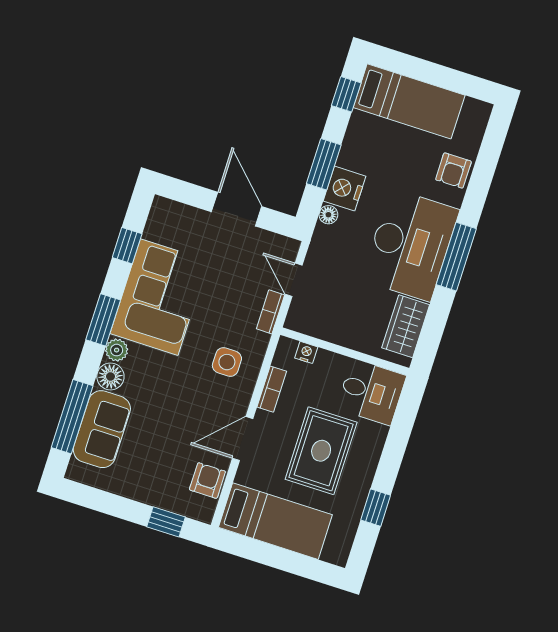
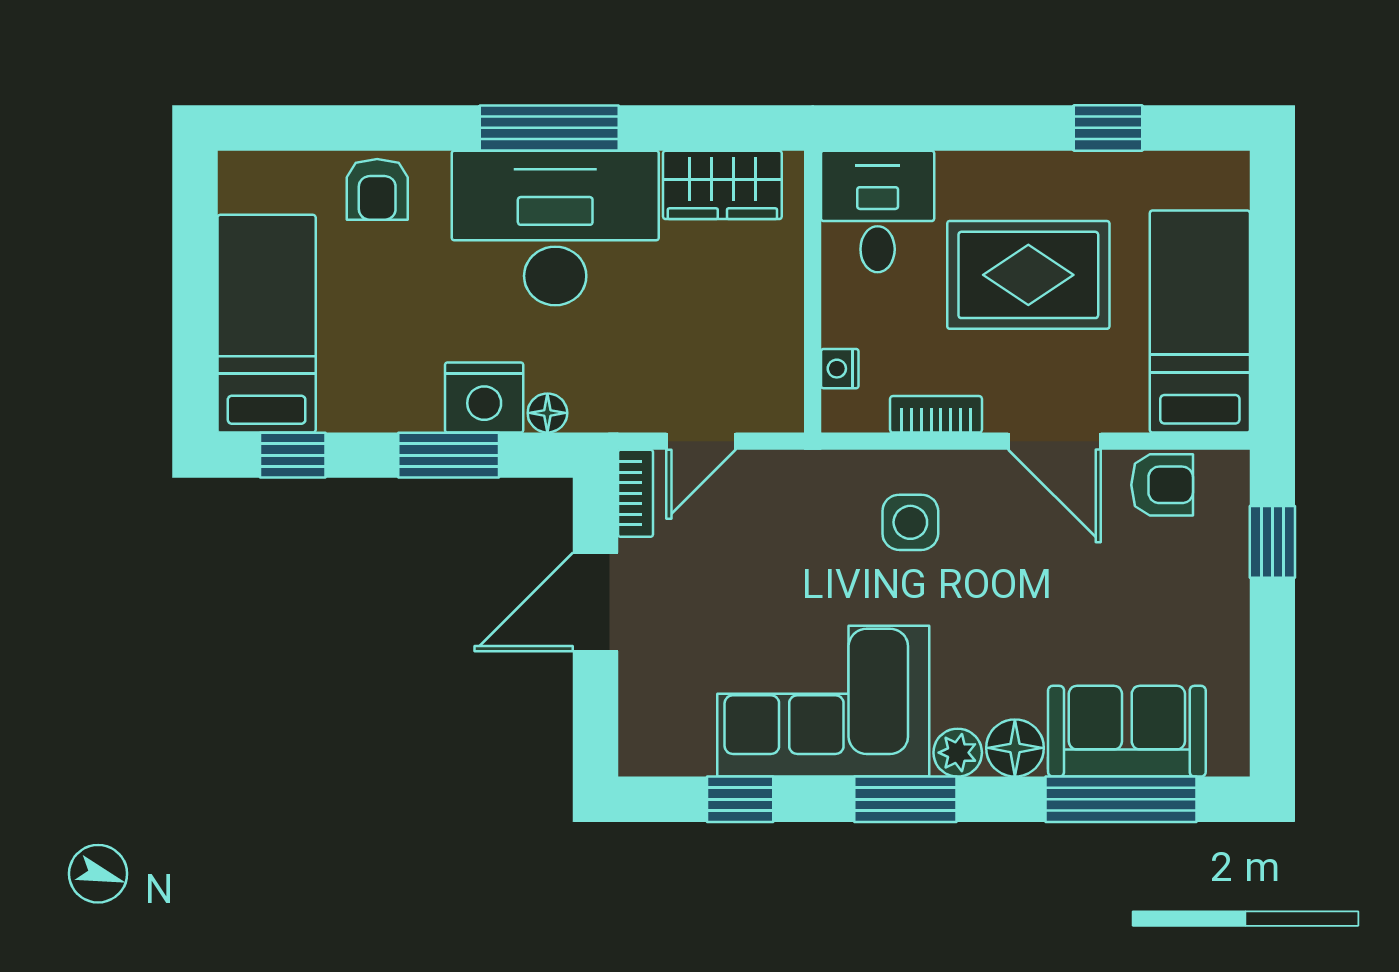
armchair: (453, 171) -> (377, 189), turned 90
bookcase: (270, 312) -> (635, 493), moved, turned -90
armchair: (207, 481) -> (1162, 485), turned 180

